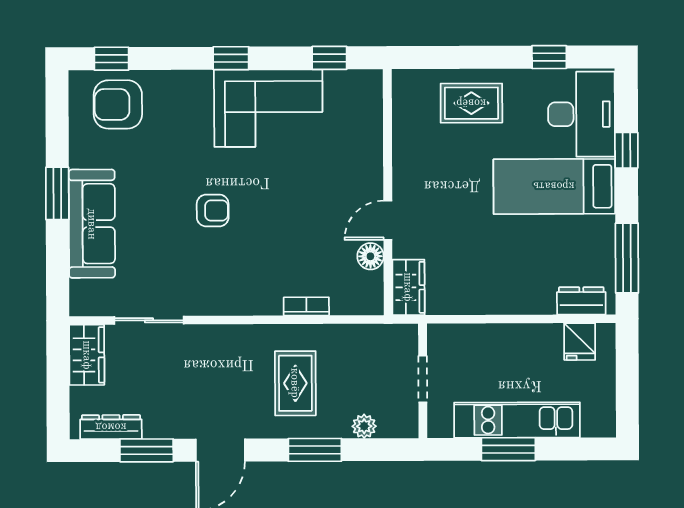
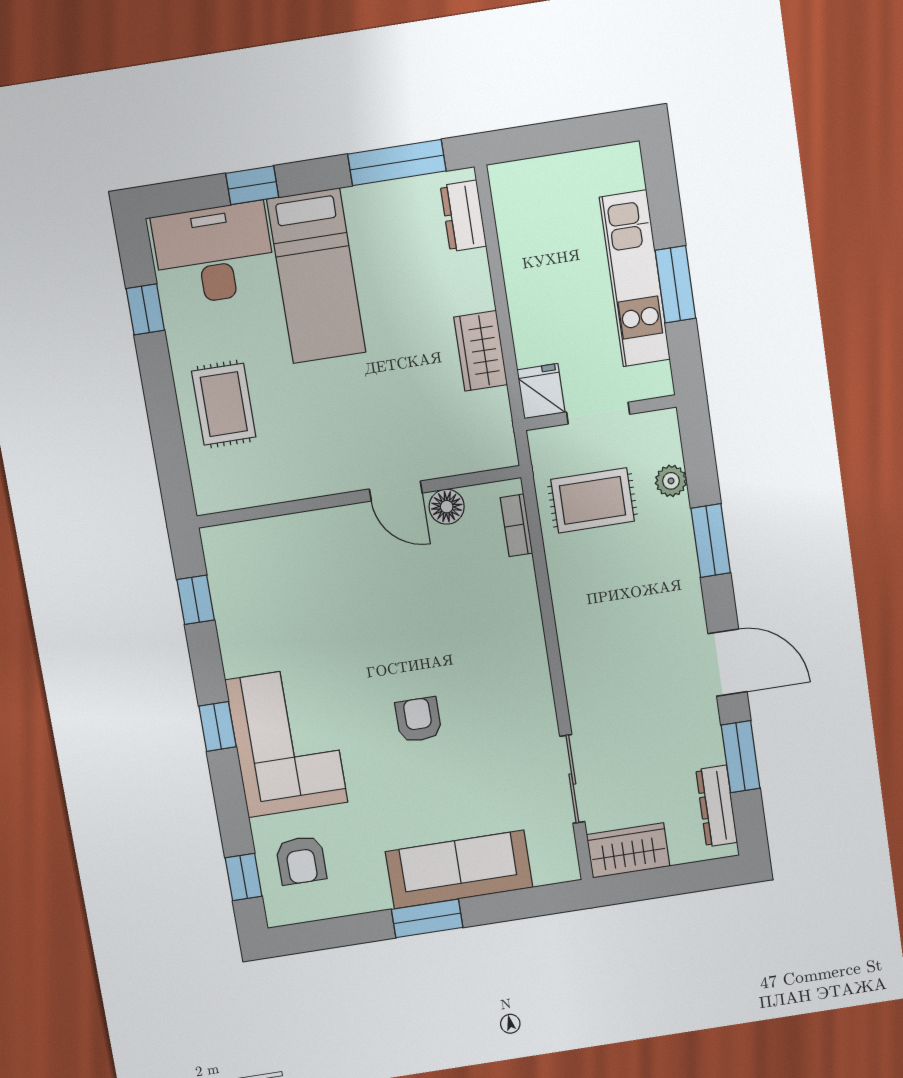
armchair: (118, 104) -> (301, 860), width x0.72, depth x0.72
corner sofa: (268, 108) -> (287, 741), moved
wardrobe: (408, 287) -> (481, 351), moved, turned -90
bookcase: (306, 306) -> (516, 525), moved
fridge: (580, 342) -> (541, 391), moved, turned -90
rug: (295, 383) -> (592, 500), moved

